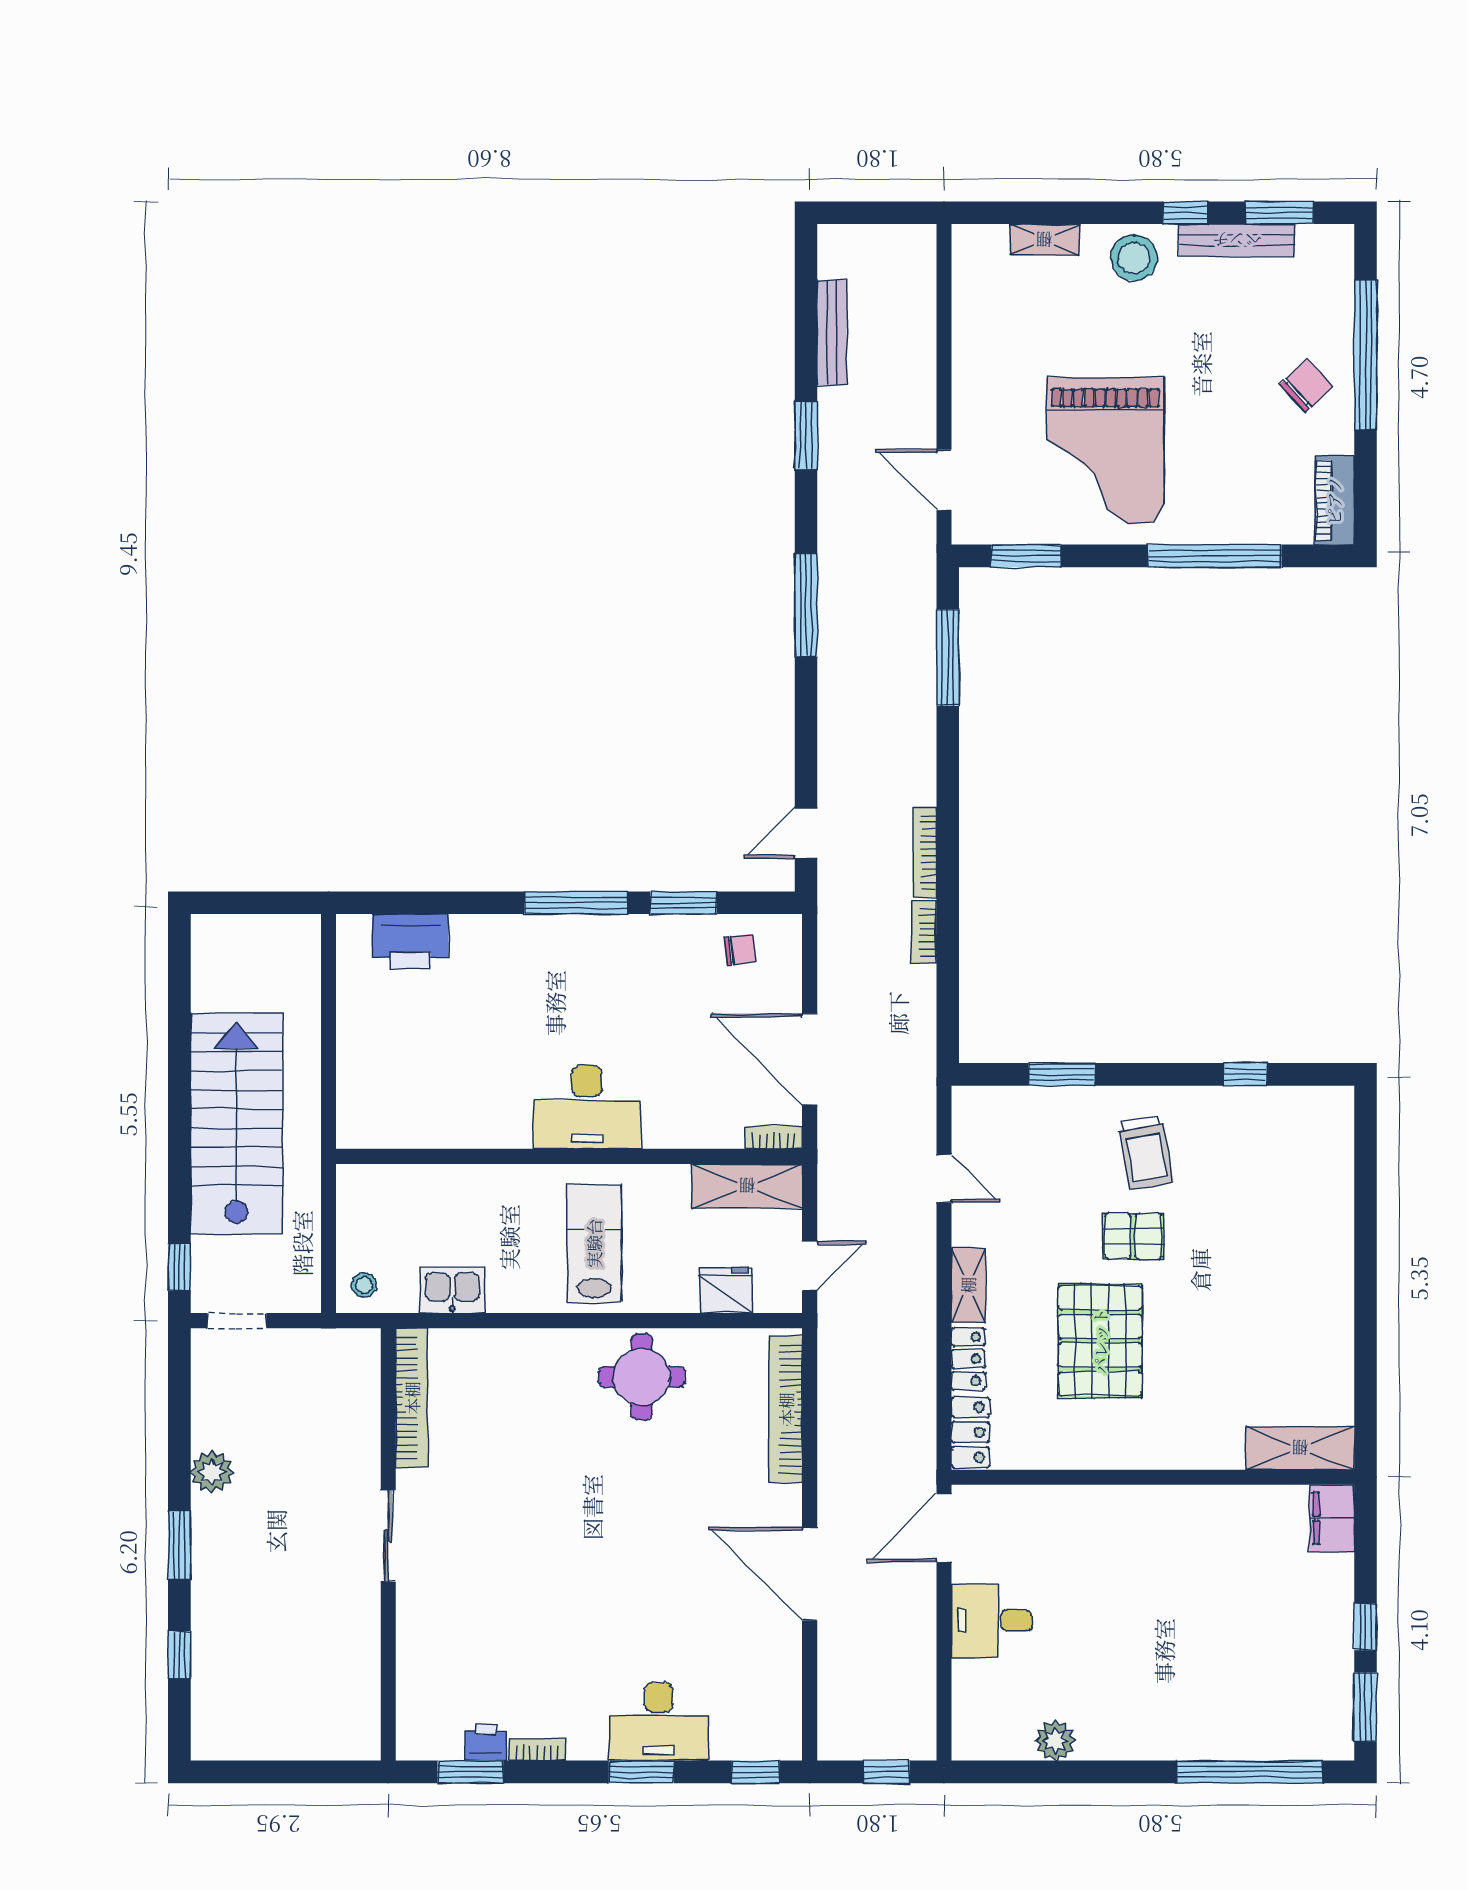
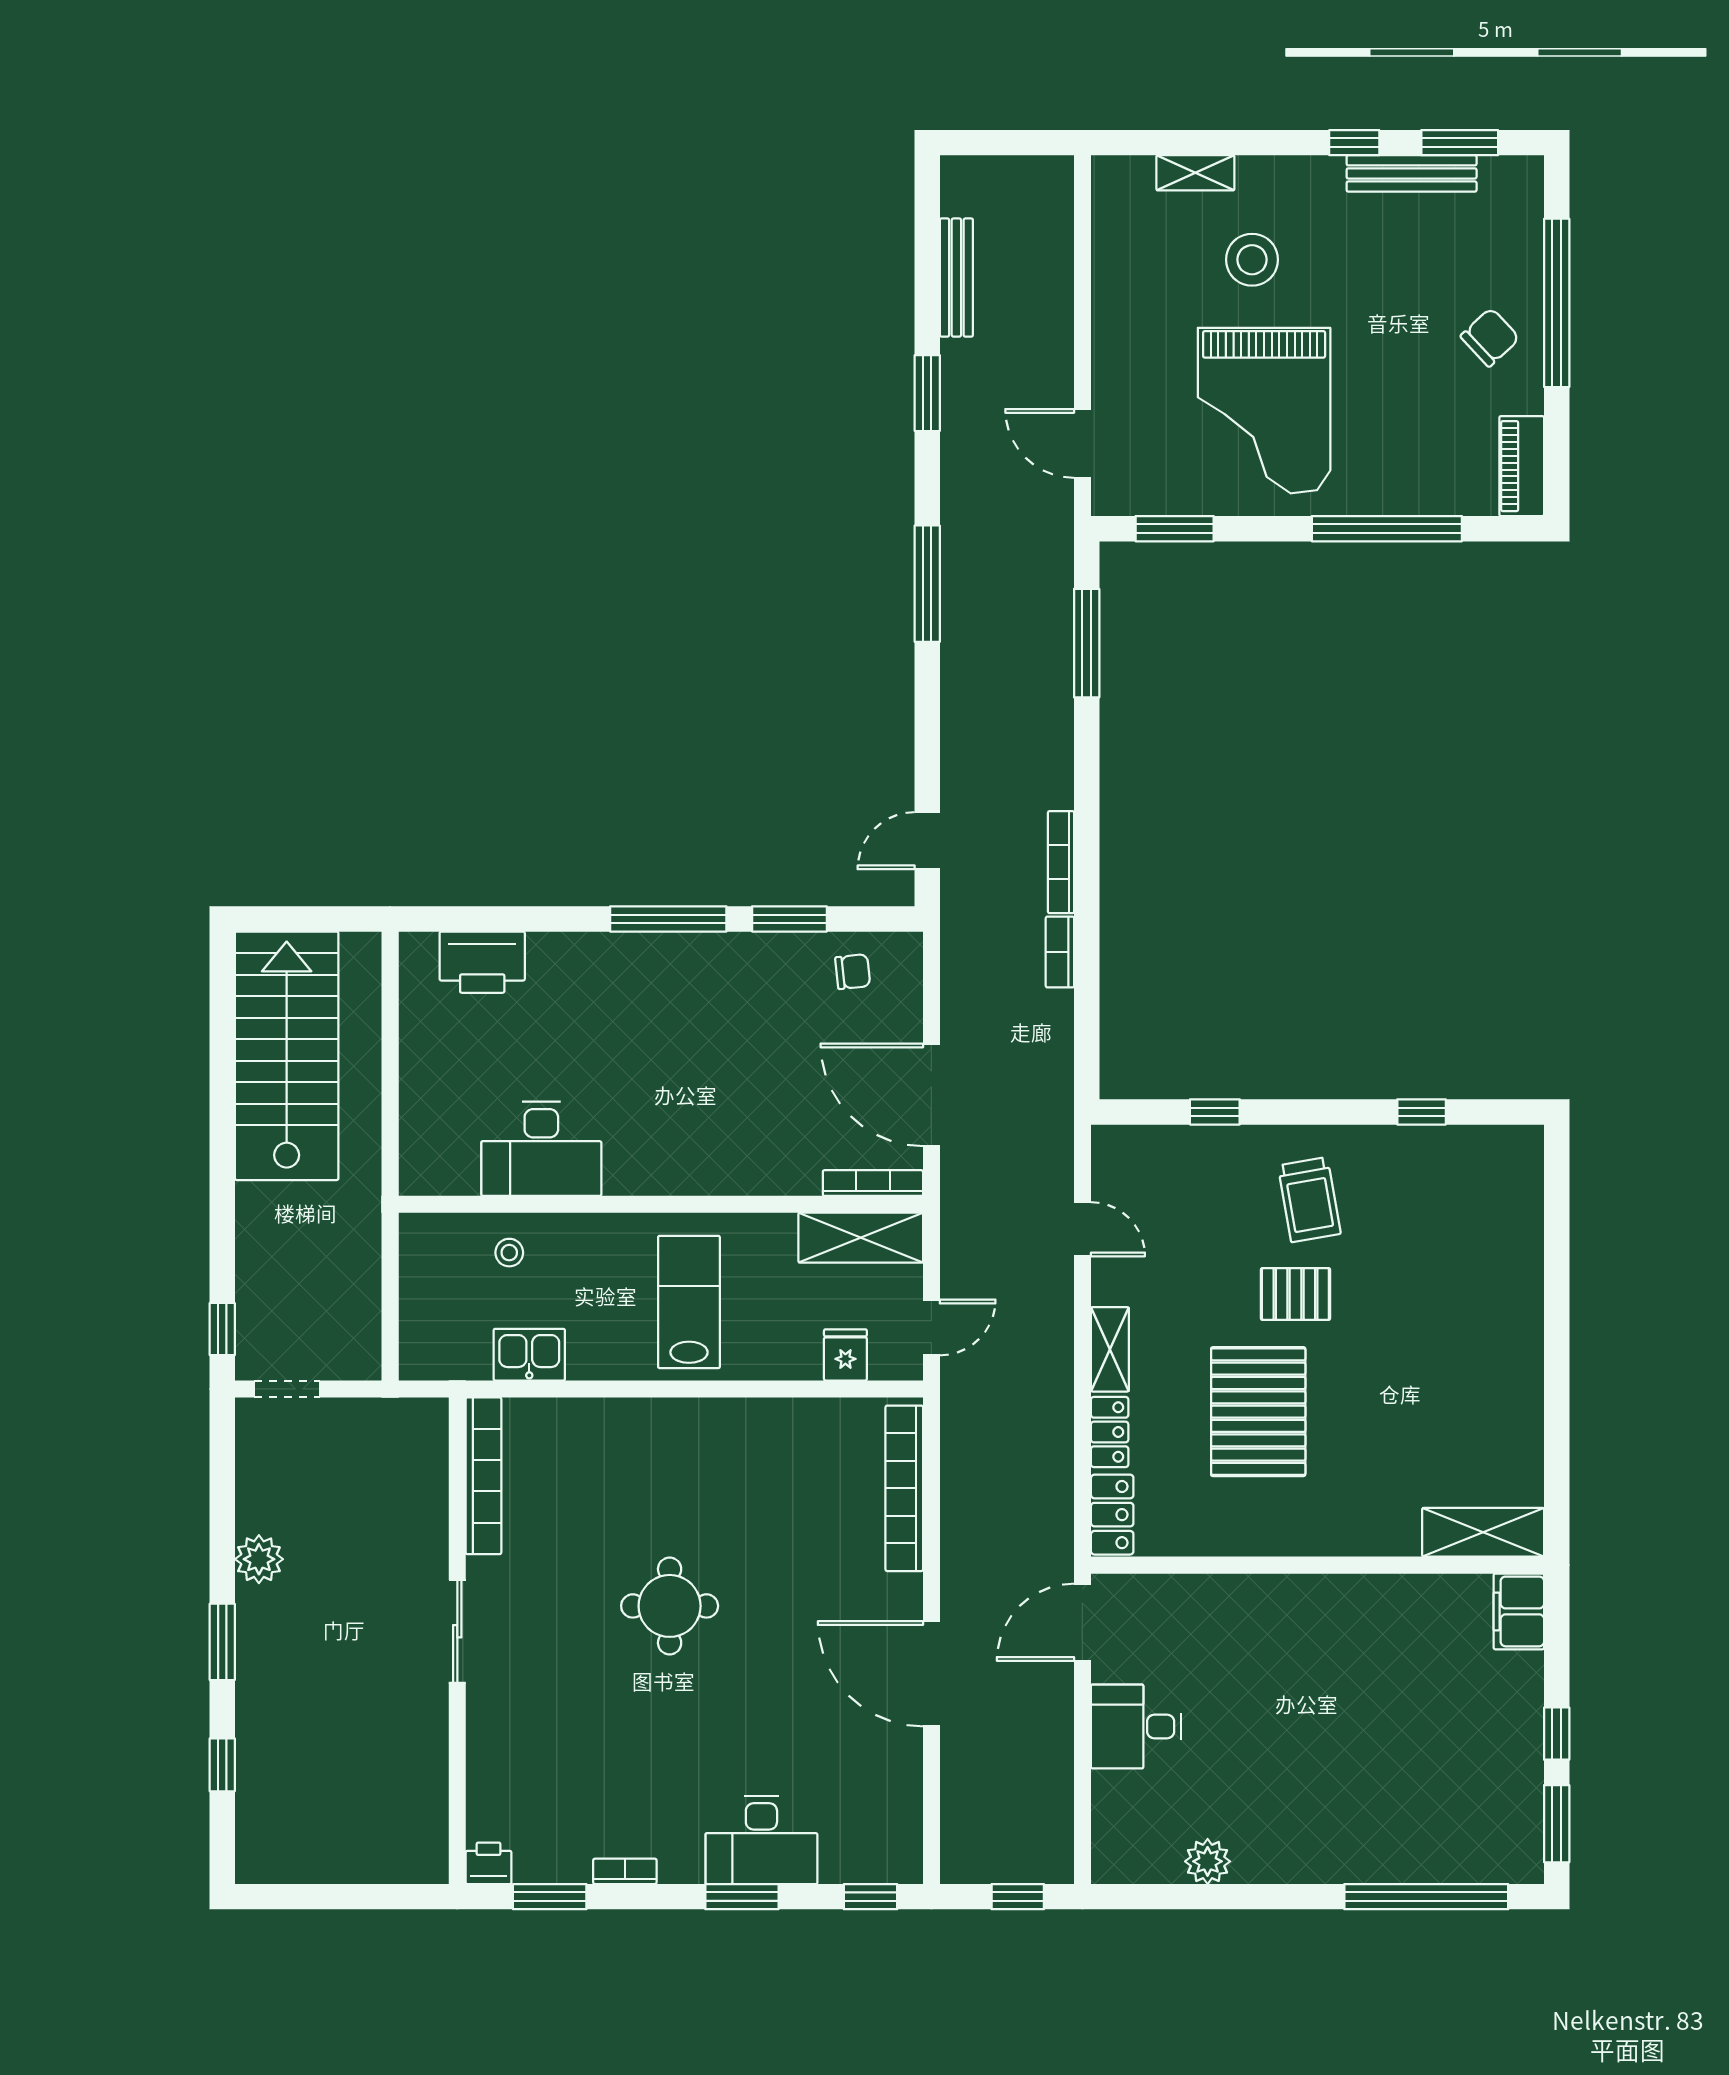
stool: (1134, 258) -> (1252, 260), moved
window: (1062, 1074) -> (1215, 1112), width x0.67
desk: (587, 1107) -> (541, 1149), moved
stairs: (237, 1124) -> (287, 1056), moved
bookcase: (774, 1138) -> (873, 1183), width x1.56
stool: (364, 1285) -> (509, 1253), moved
fridge: (726, 1290) -> (845, 1355), width x0.72
round table: (642, 1377) -> (670, 1606), moved
printer: (486, 1742) -> (489, 1863), moved

